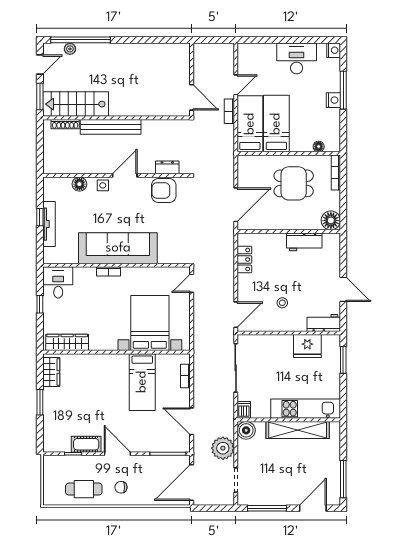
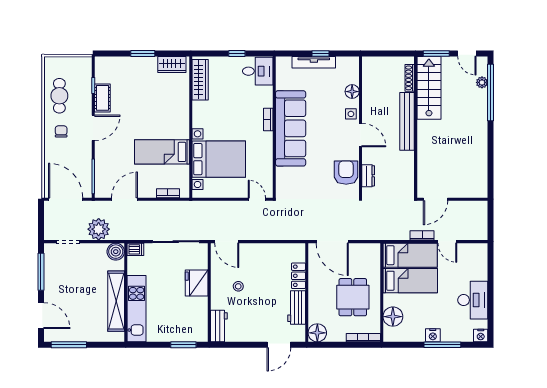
floor lamp: (319, 146) -> (393, 317), width x1.89, depth x1.89
locker: (244, 259) -> (298, 276), moved, turned 90
door: (343, 289) -> (279, 345), moved
fridge: (307, 346) -> (197, 283), moved

